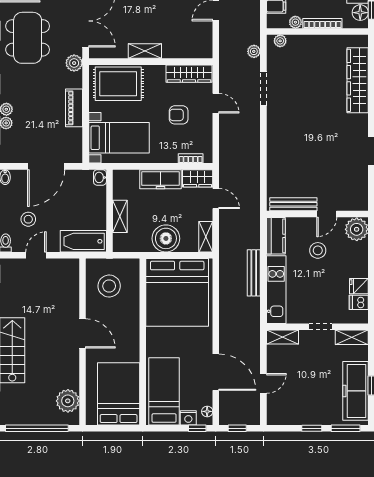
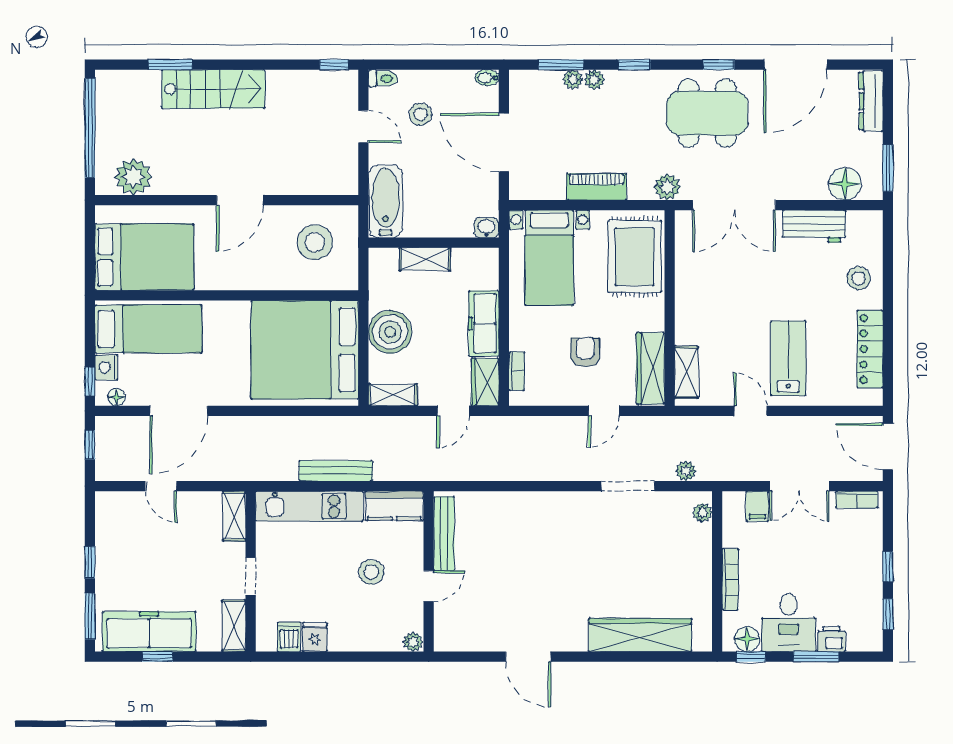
plant: (295, 22) -> (732, 537), removed
shelving: (145, 51) -> (686, 372), moved
door: (327, 214) -> (429, 586), swing flipped
plant: (357, 229) -> (413, 642), width x0.53, depth x0.53

